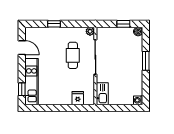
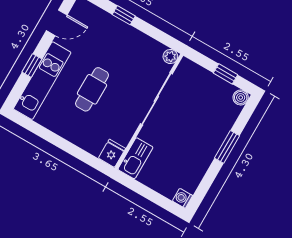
door: (22, 48) -> (57, 23), hinge flipped
cafe table: (73, 55) -> (92, 89), moved
window: (22, 89) -> (32, 66), moved
fridge: (78, 98) -> (112, 153), moved

